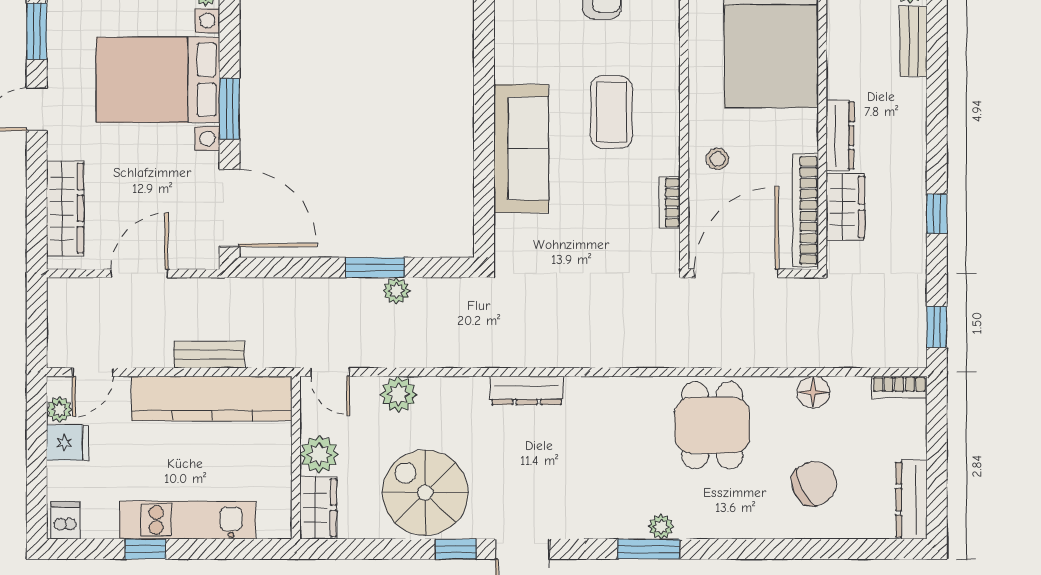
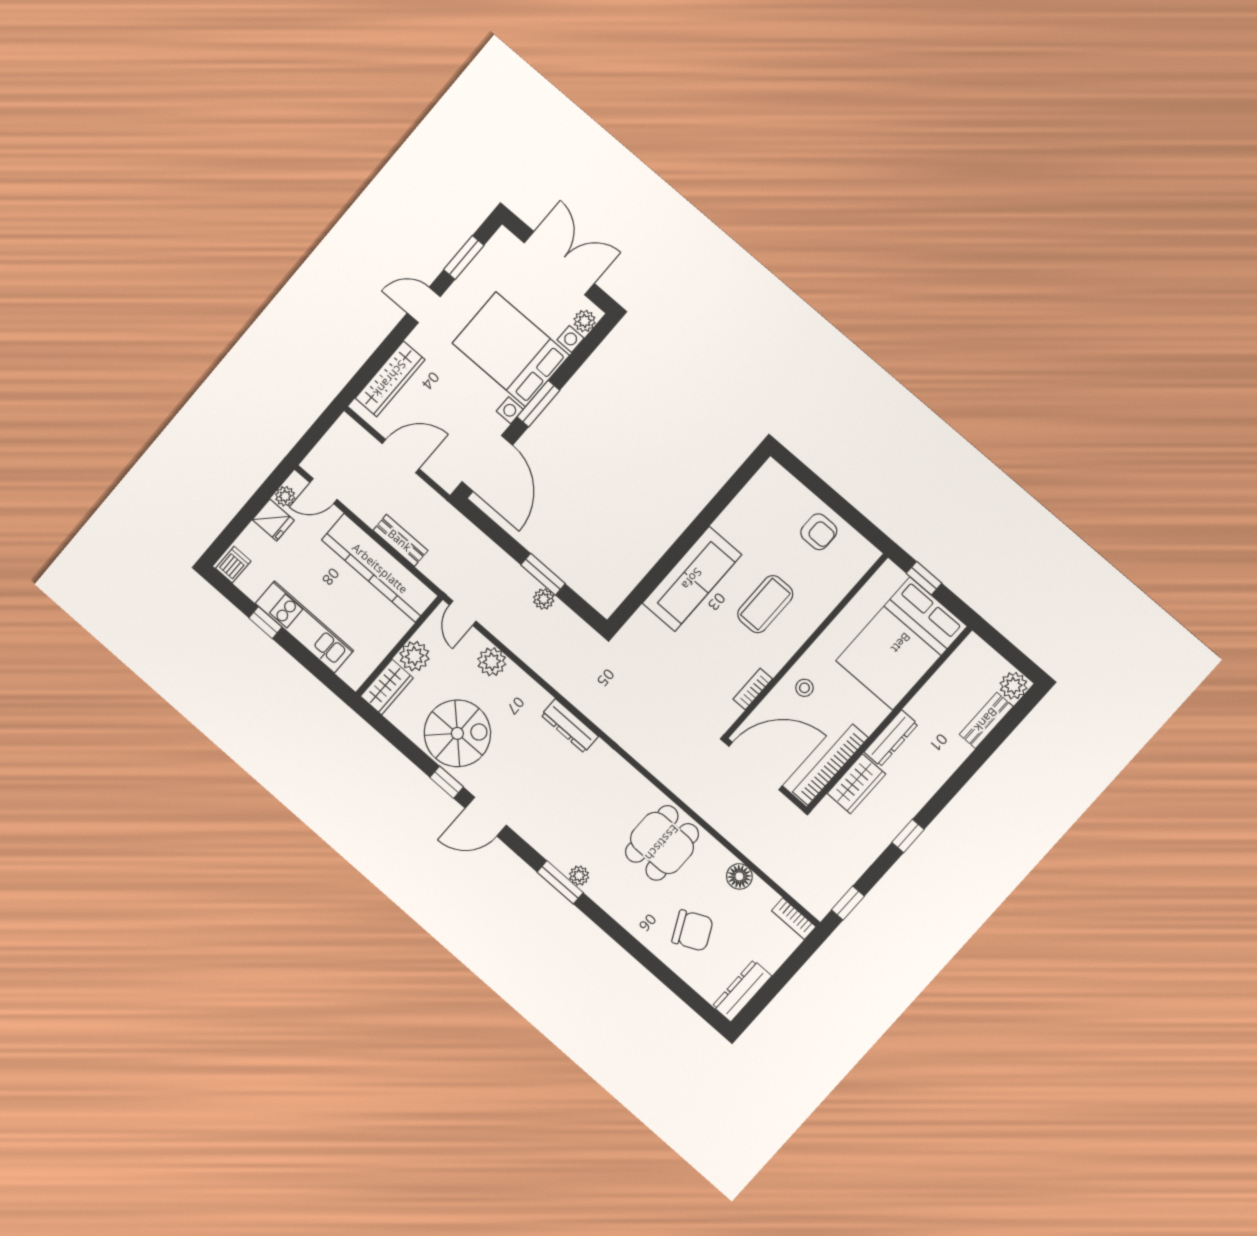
spiral stairs: (425, 493) -> (457, 733), turned 90

